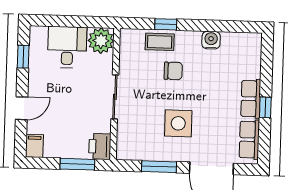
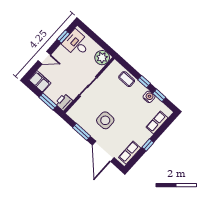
window: (166, 24) -> (144, 82), moved
window: (223, 26) -> (159, 95), added
desk: (67, 47) -> (76, 44), moved, turned -90
chair: (173, 71) -> (122, 96), removed
row of seats: (251, 99) -> (157, 122), moved
filing cabinet: (34, 146) -> (40, 82), width x2.00

